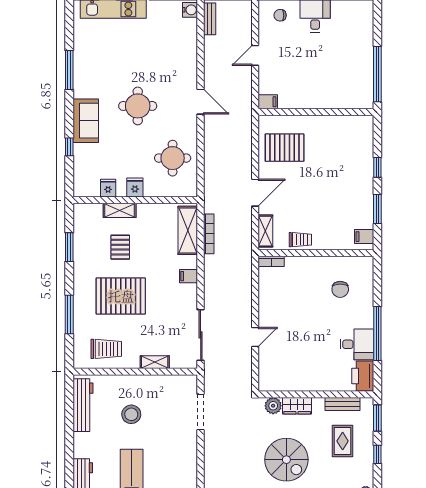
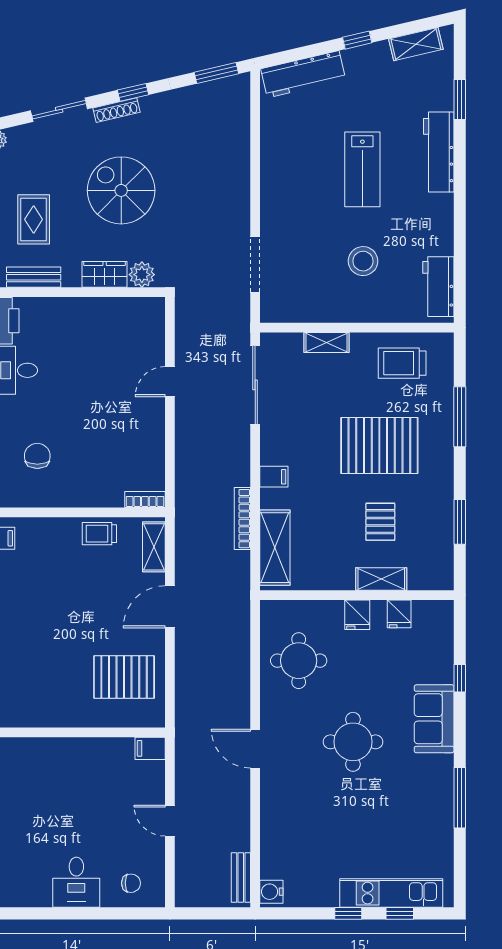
door: (255, 55) -> (170, 821), swing flipped
bookcase: (209, 234) -> (242, 519), moved
workbench: (83, 405) -> (438, 287), width x0.73

